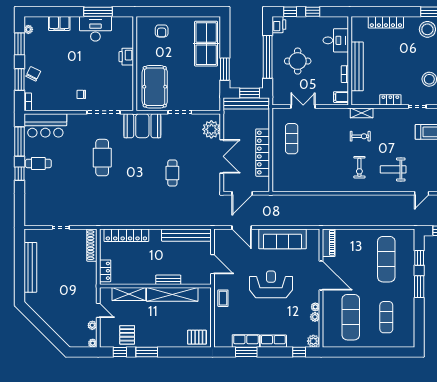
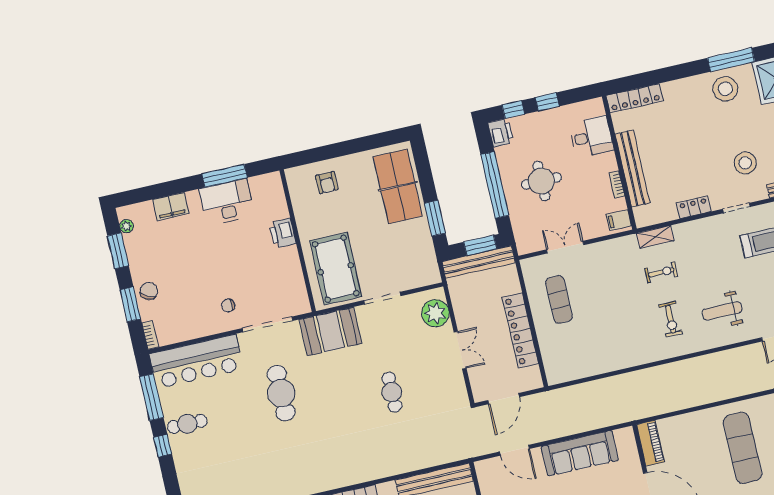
locker: (386, 22) -> (635, 98), moved
bar counter: (45, 125) -> (196, 362), width x1.36
double door: (222, 156) -> (460, 350), width x0.73

